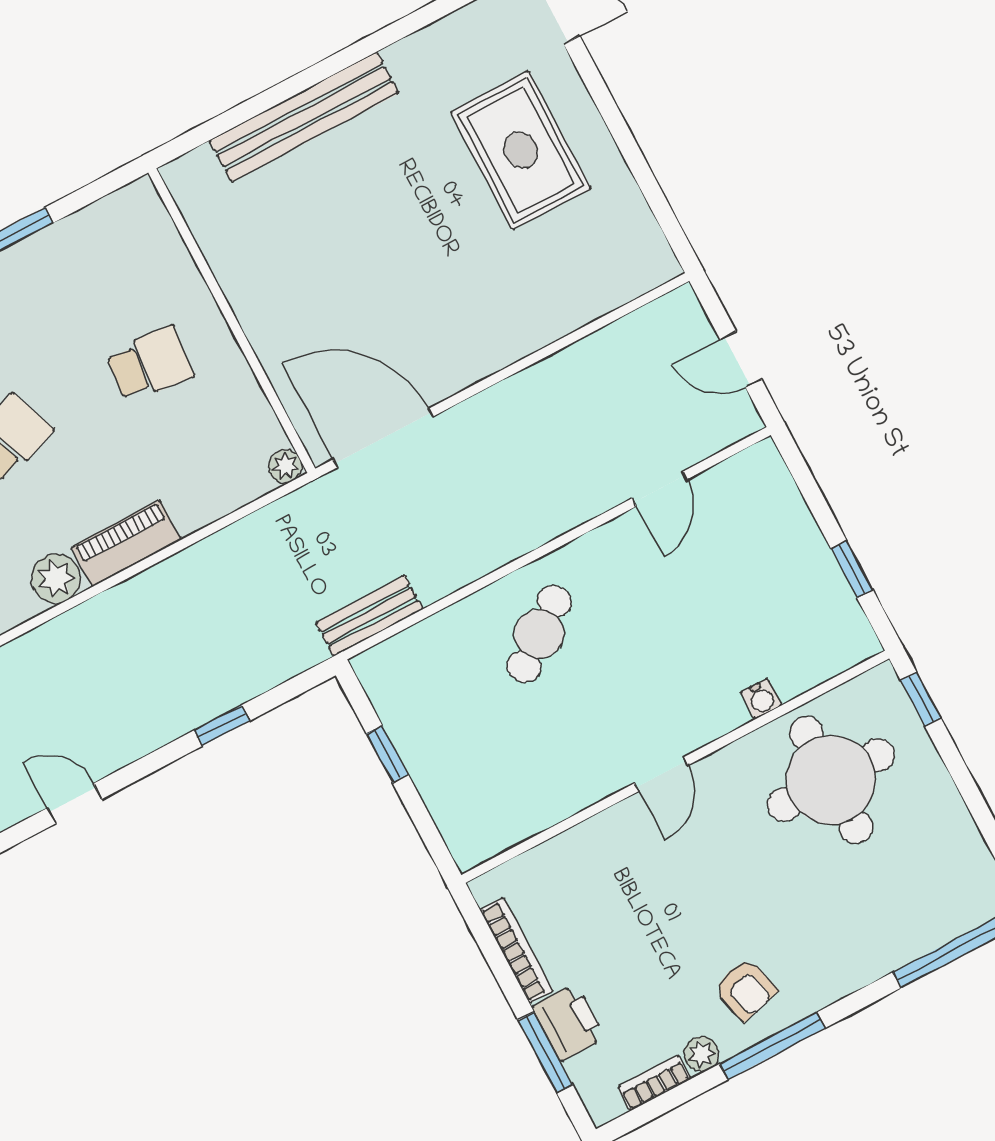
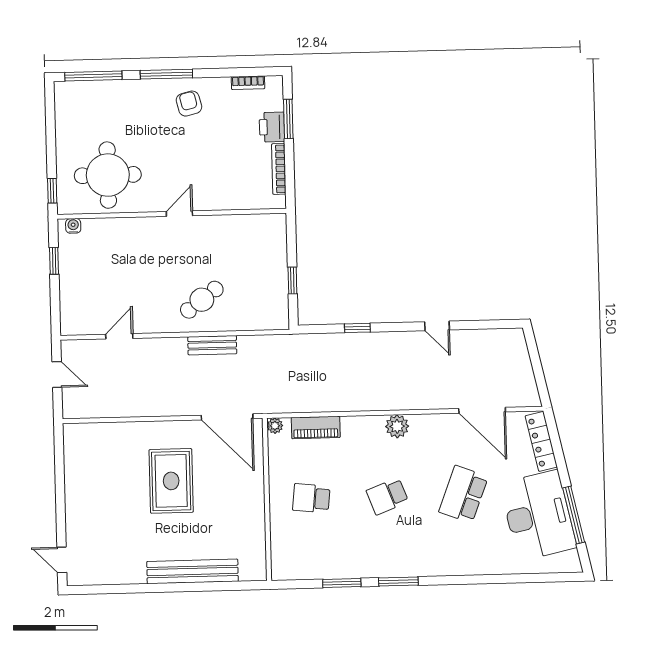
rug: (521, 150) -> (171, 481), moved
piano: (126, 544) -> (316, 428), moved
bench: (369, 616) -> (212, 345), moved
water cooler: (761, 699) -> (73, 226), moved
window: (772, 1046) -> (166, 74), moved
plant: (701, 1054) -> (222, 85), removed

